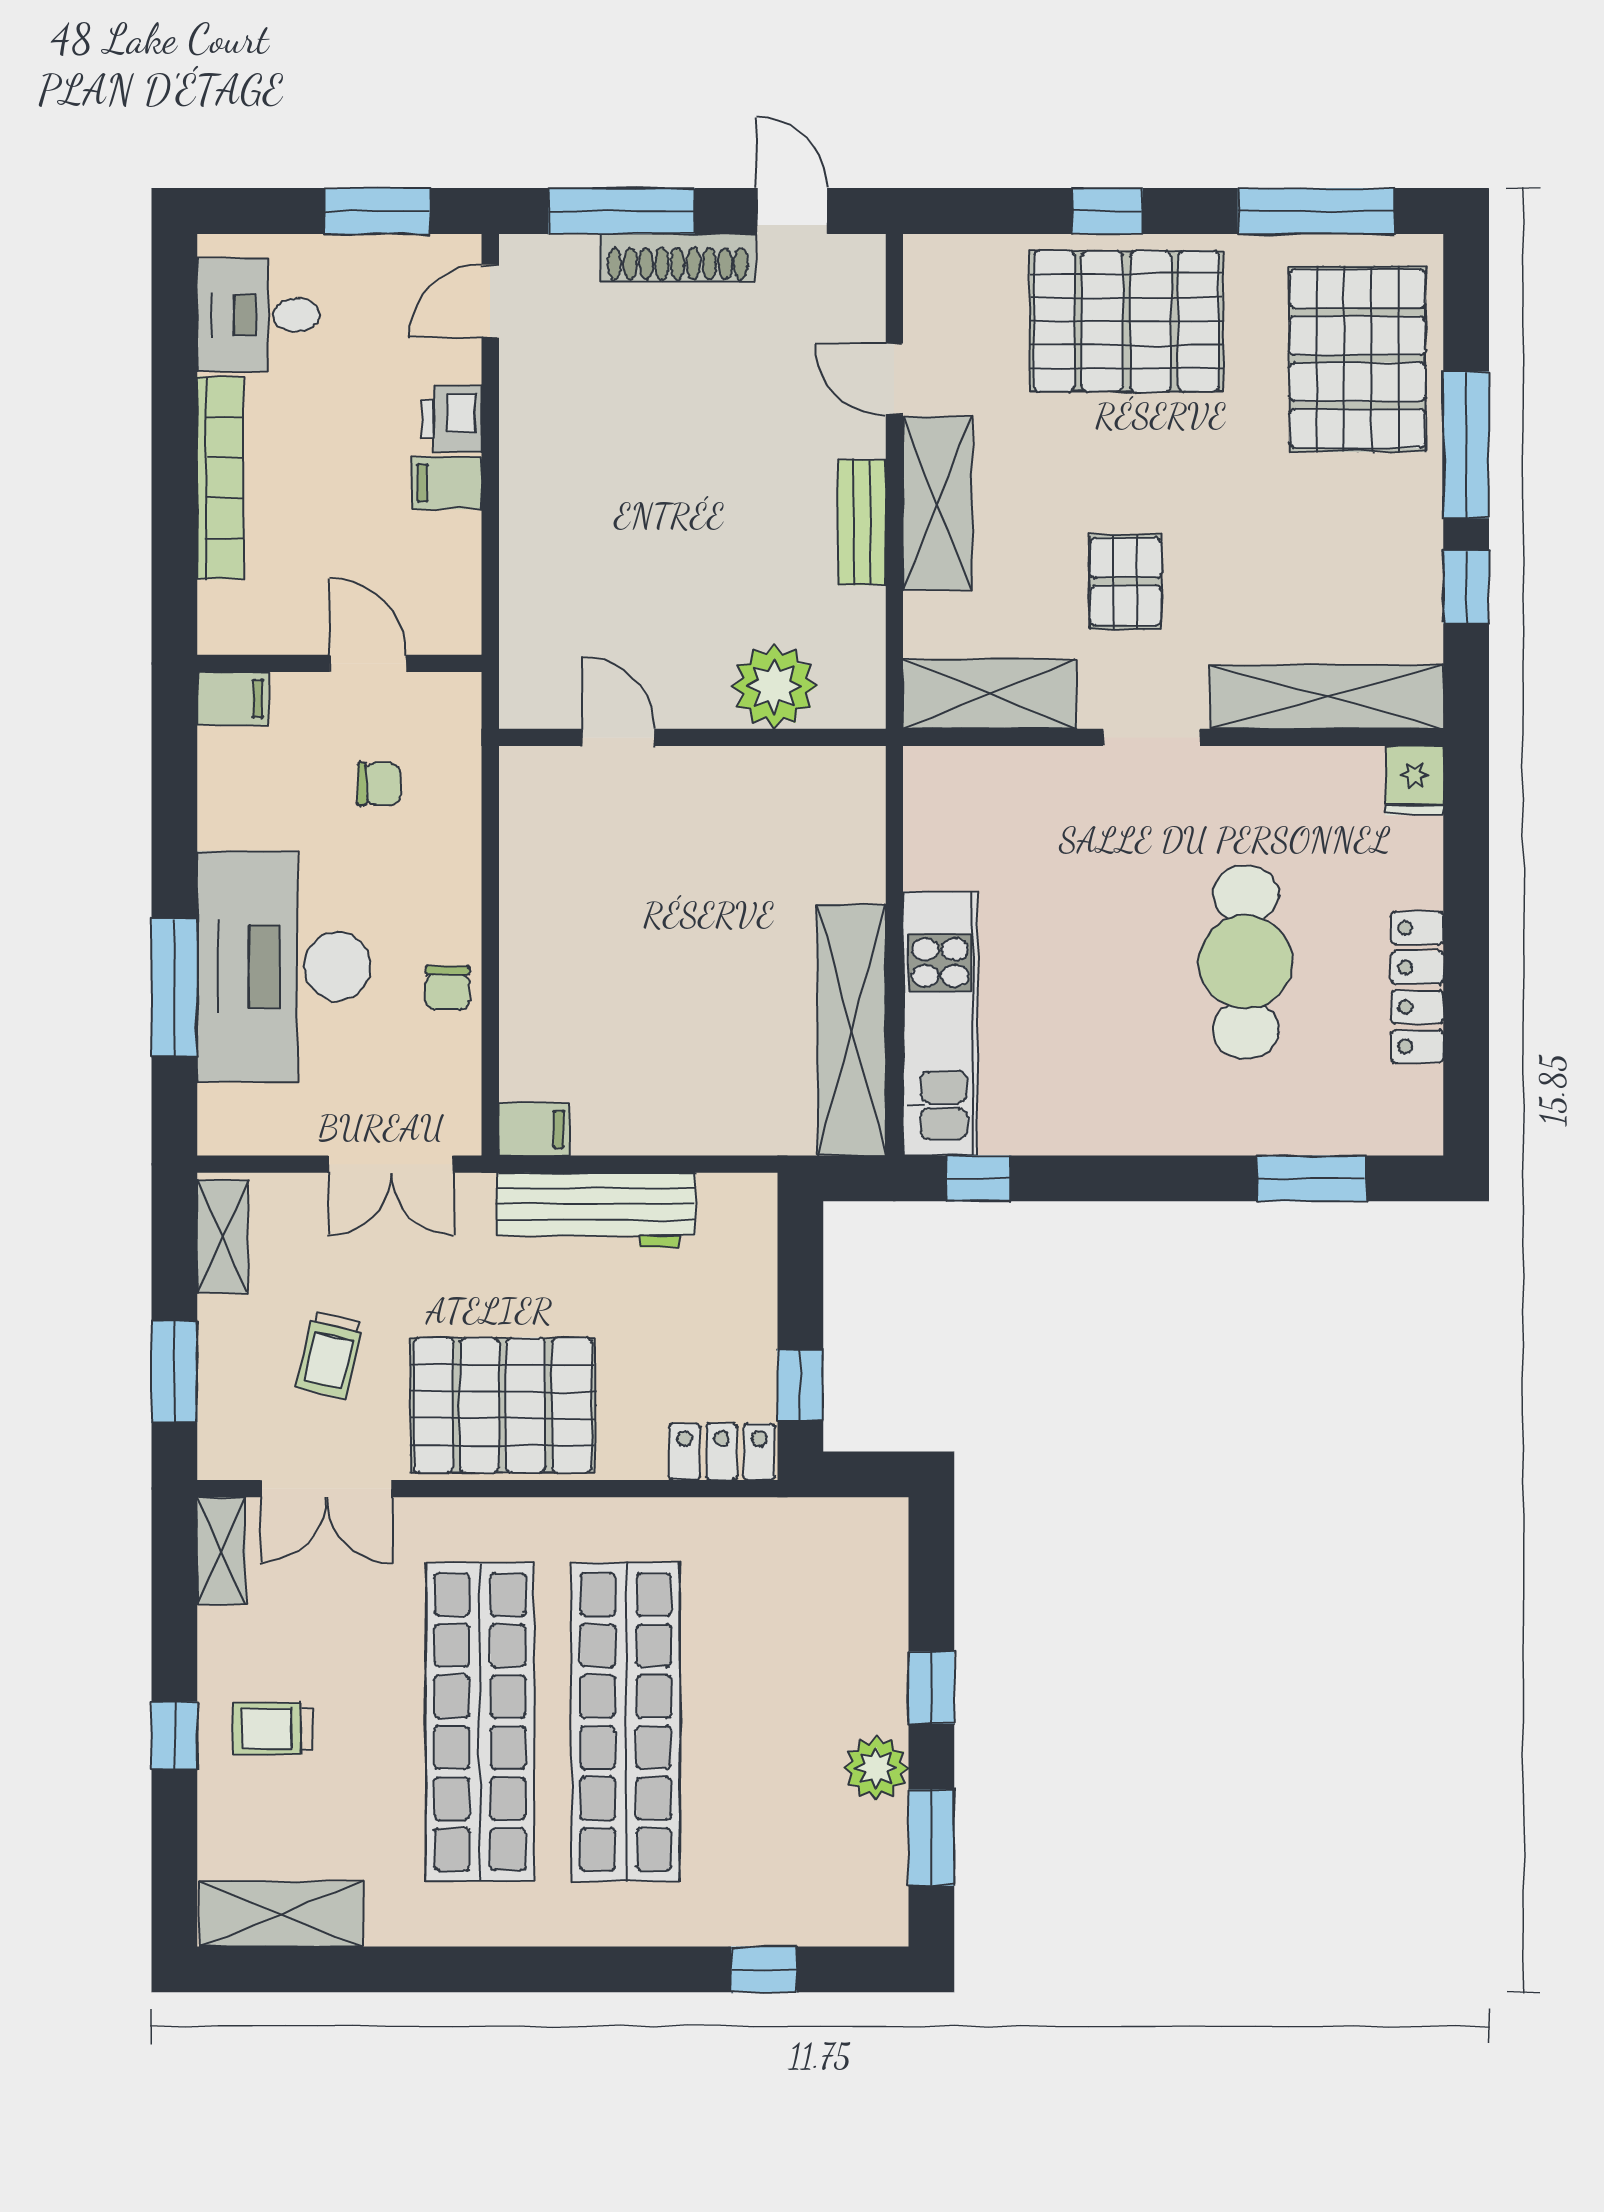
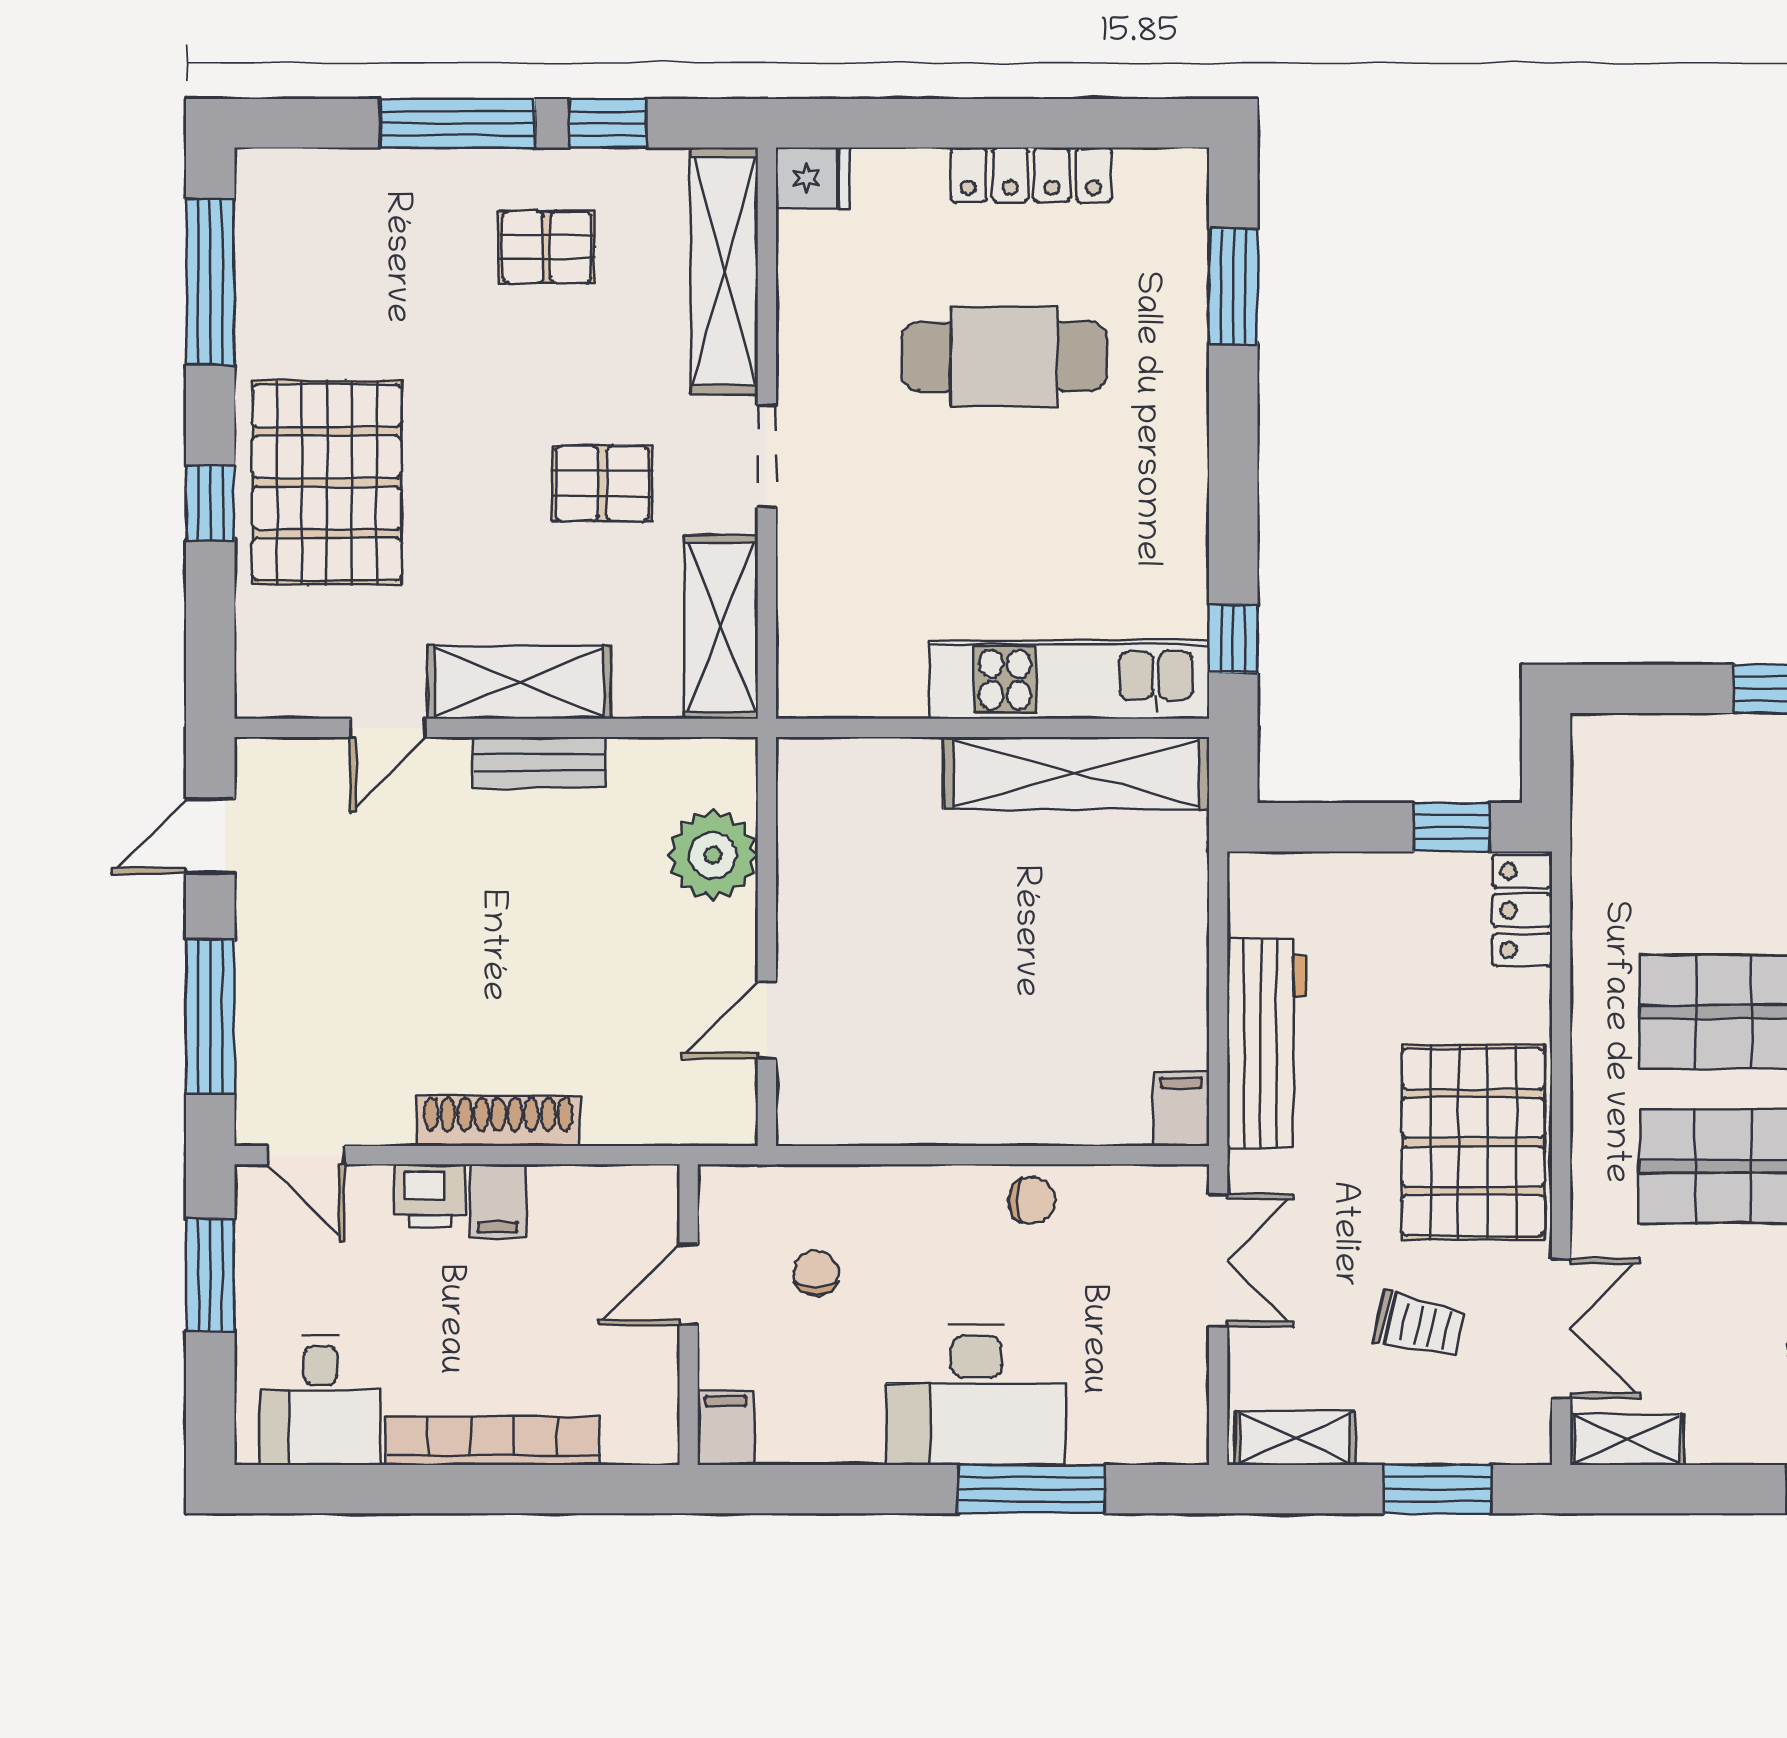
shoe rack: (678, 258) -> (498, 1121), moved, turned -90
pallet: (1357, 359) -> (547, 247), moved, width x0.49, depth x0.50
desk: (284, 966) -> (976, 1395), width x0.73, depth x0.77

